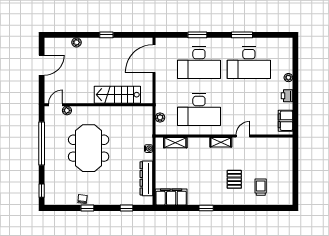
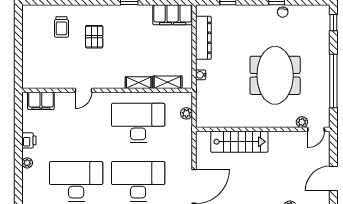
filing cabinet: (285, 121) -> (41, 101), moved, turned 90
shelving: (221, 142) -> (139, 83), moved

